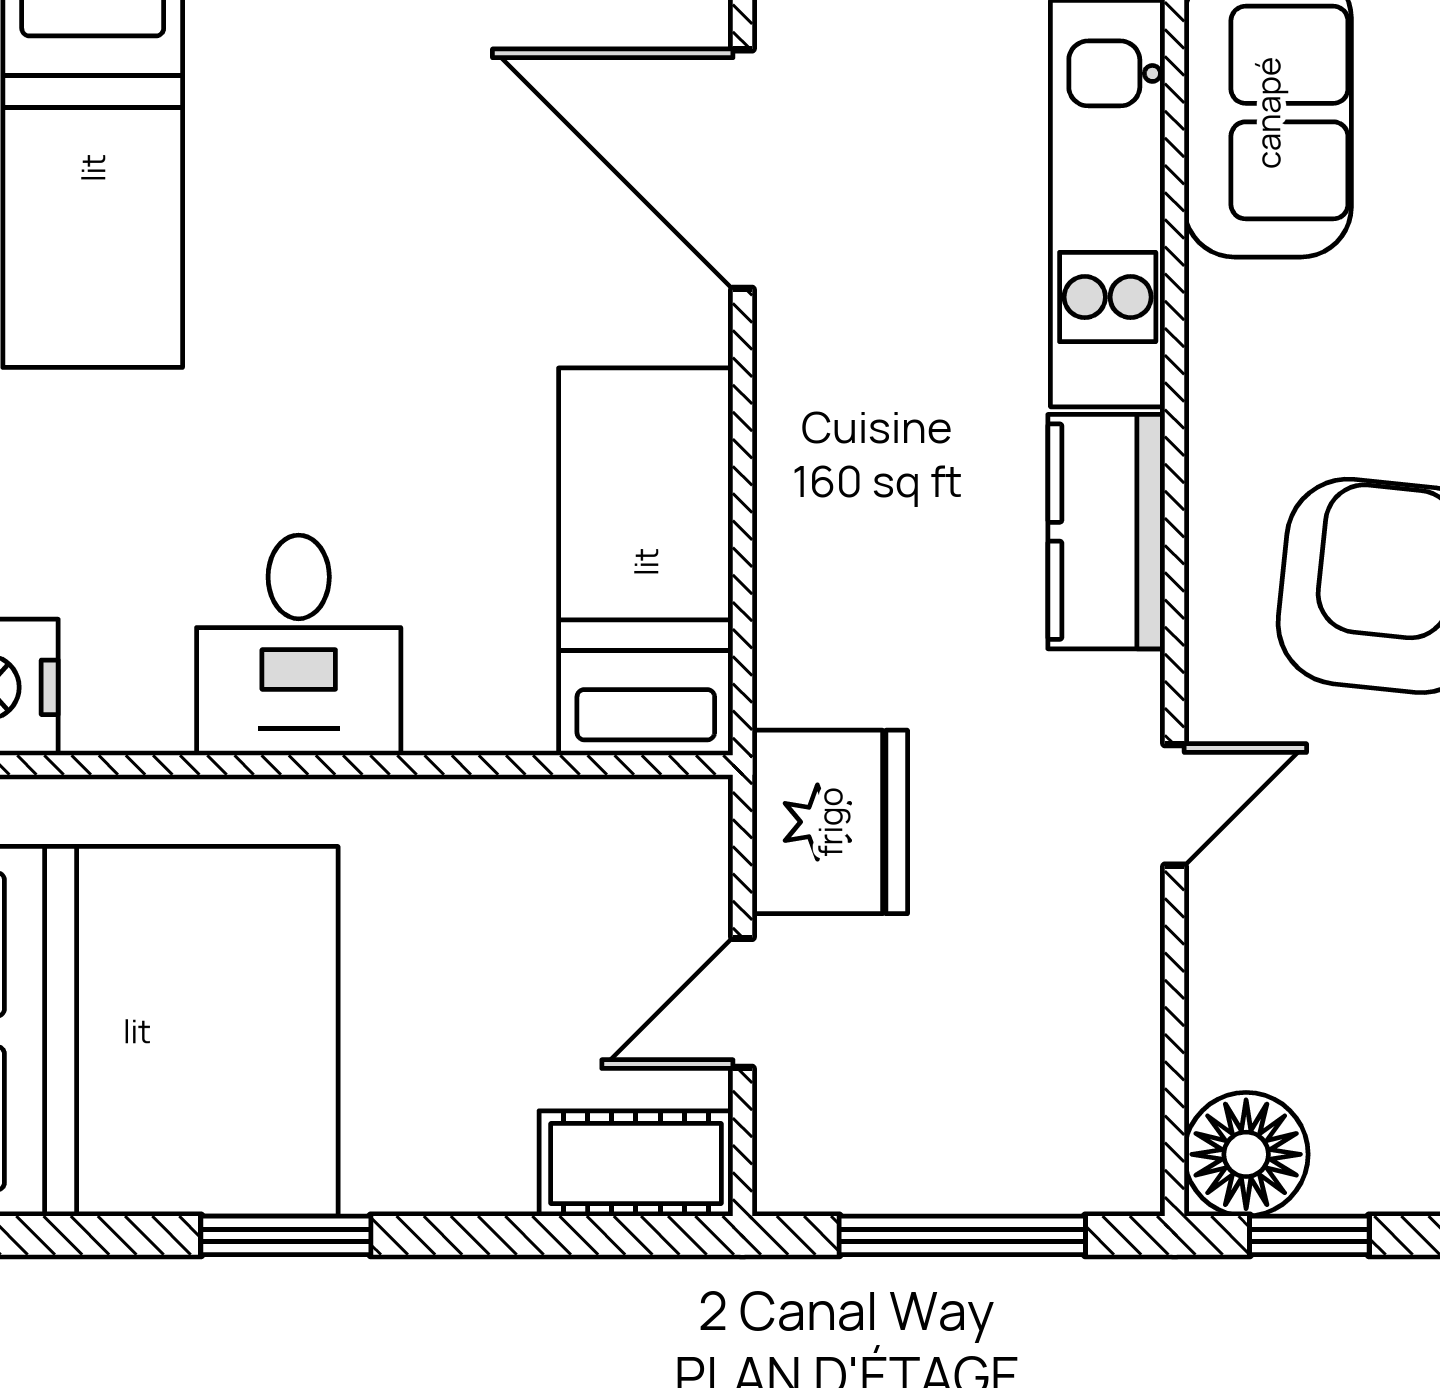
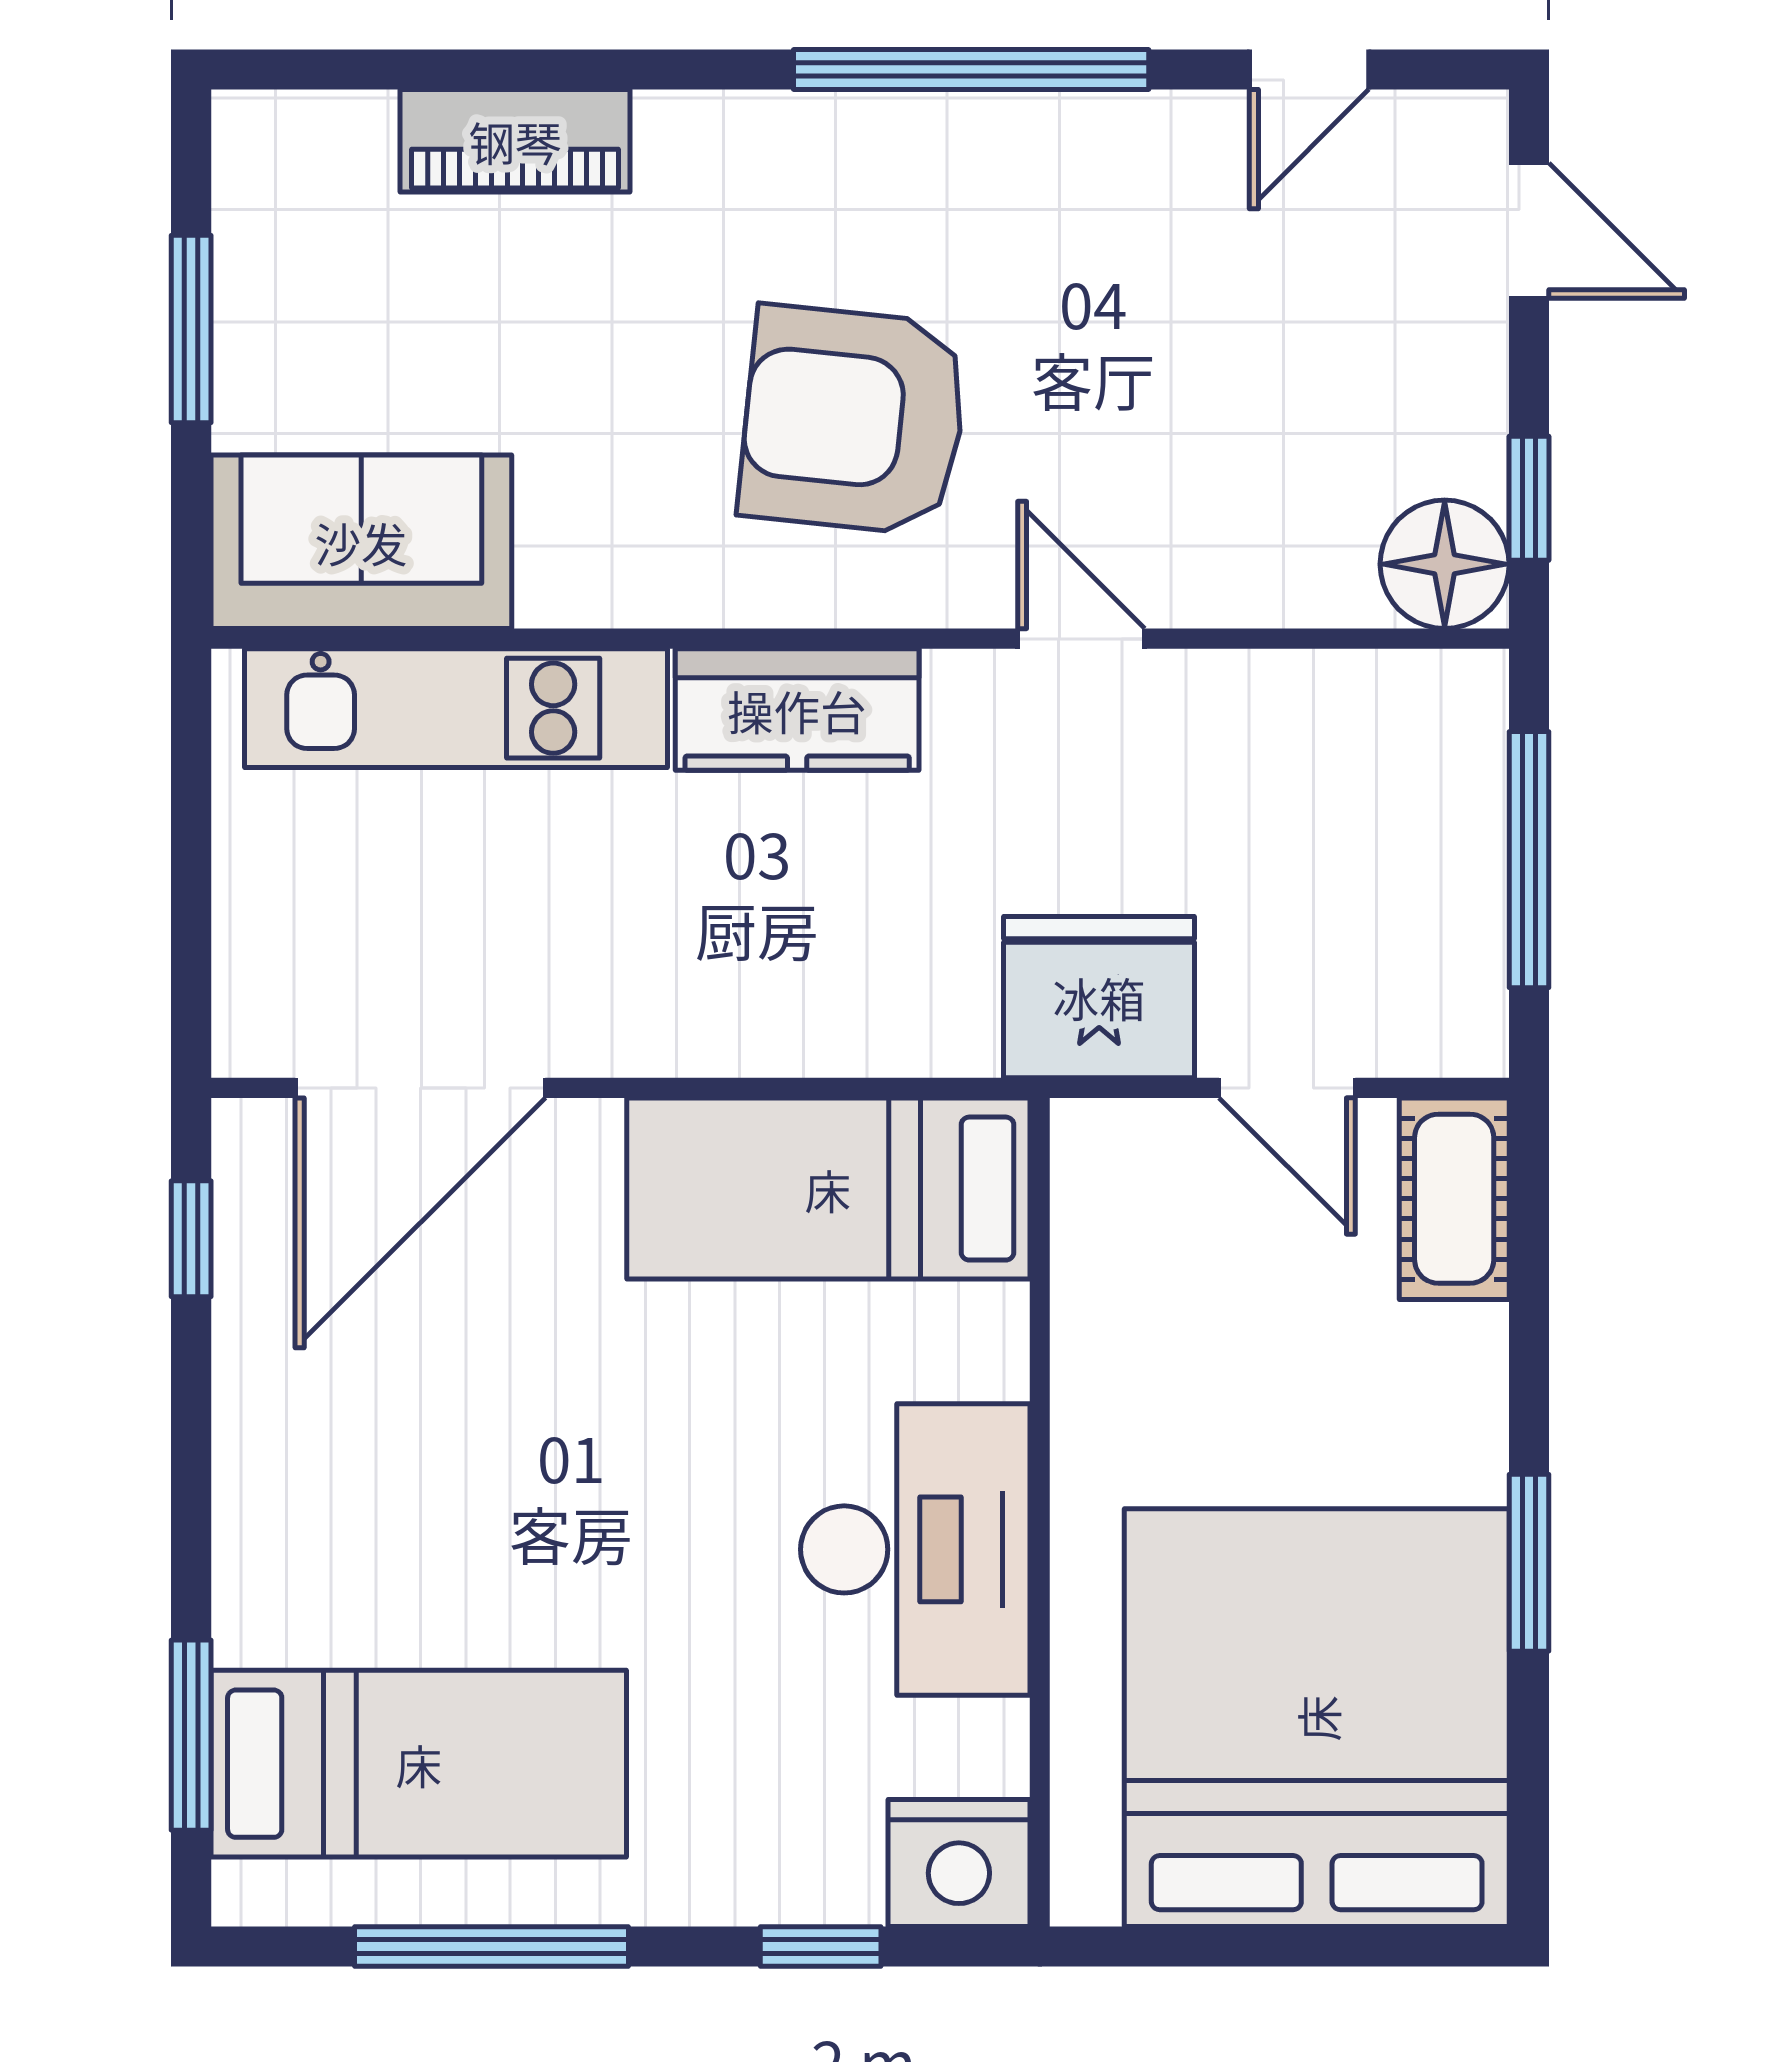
desk: (299, 645) -> (915, 1549), width x1.37

